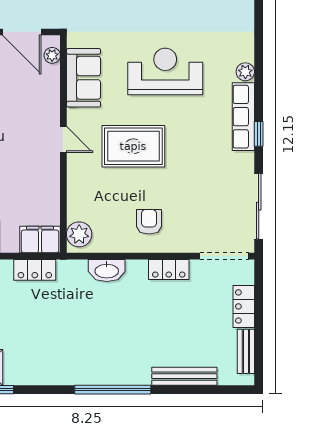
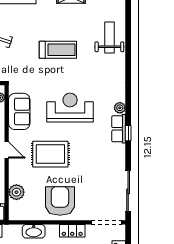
row of seats: (243, 117) -> (119, 129), width x0.68
window: (259, 134) -> (128, 133), moved
armchair: (149, 222) -> (60, 201), width x1.88, depth x1.88
plant: (79, 234) -> (16, 192), moved

